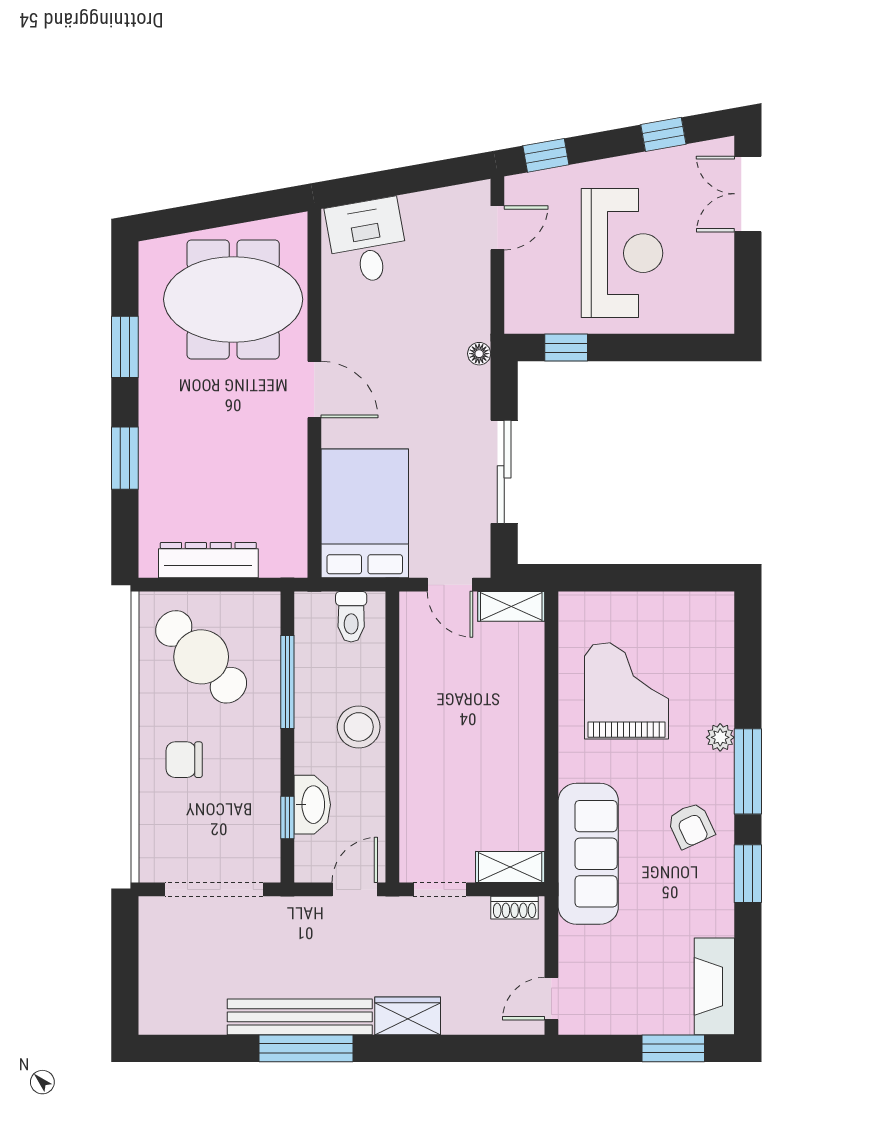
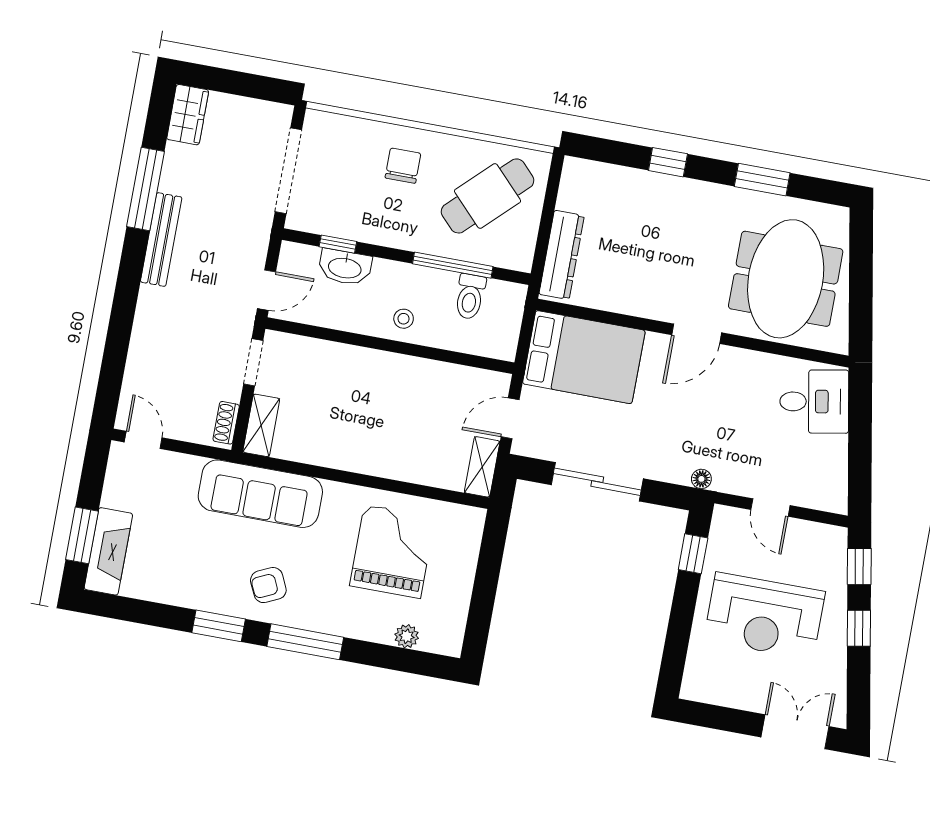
window: (663, 134) -> (859, 628), moved
door: (497, 228) -> (770, 508), moved
window: (125, 458) -> (668, 162), width x0.67
dresser: (208, 560) -> (562, 255), moved
toilet: (351, 617) -> (470, 297), moved, turned -90
grand piano: (626, 691) -> (392, 551), turned -90
stool: (359, 727) -> (404, 319), width x0.53, depth x0.53
plant: (720, 737) -> (407, 636), moved
door: (355, 889) -> (266, 290), hinge flipped
fireplace: (714, 986) -> (108, 551), moved, turned 90
wardrobe: (408, 1016) -> (188, 115), moved
bench: (300, 1017) -> (161, 240), width x0.73, depth x0.82
window: (306, 1048) -> (146, 189), moved

